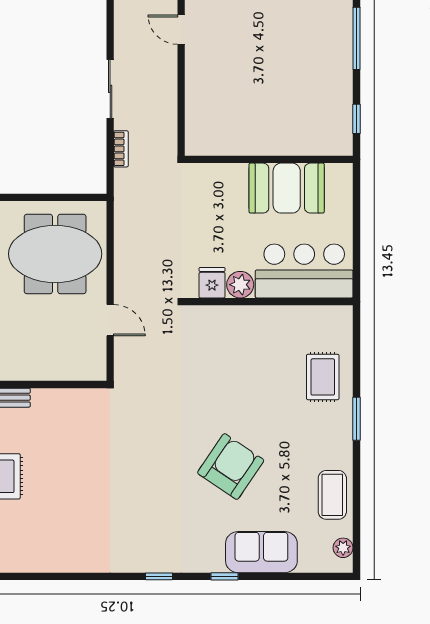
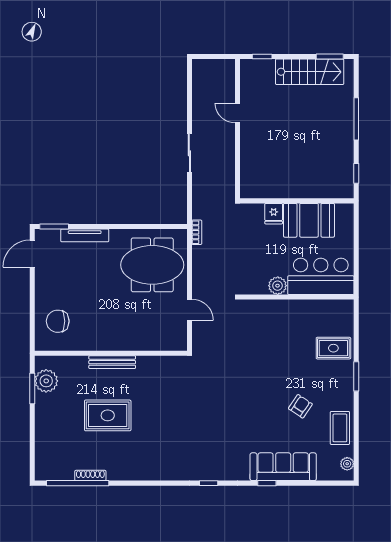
bookcase: (121, 149) -> (197, 232), moved
fridge: (212, 283) -> (274, 214), moved, turned 180
rug: (323, 377) -> (333, 348), turned 90
armchair: (231, 467) -> (300, 406), moved, width x0.53, depth x0.53
sofa: (261, 552) -> (283, 467), width x1.36
window: (159, 576) -> (209, 483), moved

